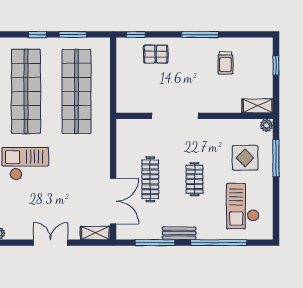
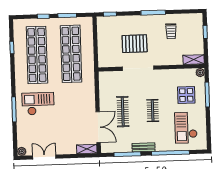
pallet: (156, 54) -> (135, 44), moved, width x1.50, depth x1.42
double door: (51, 243) -> (44, 157), moved

